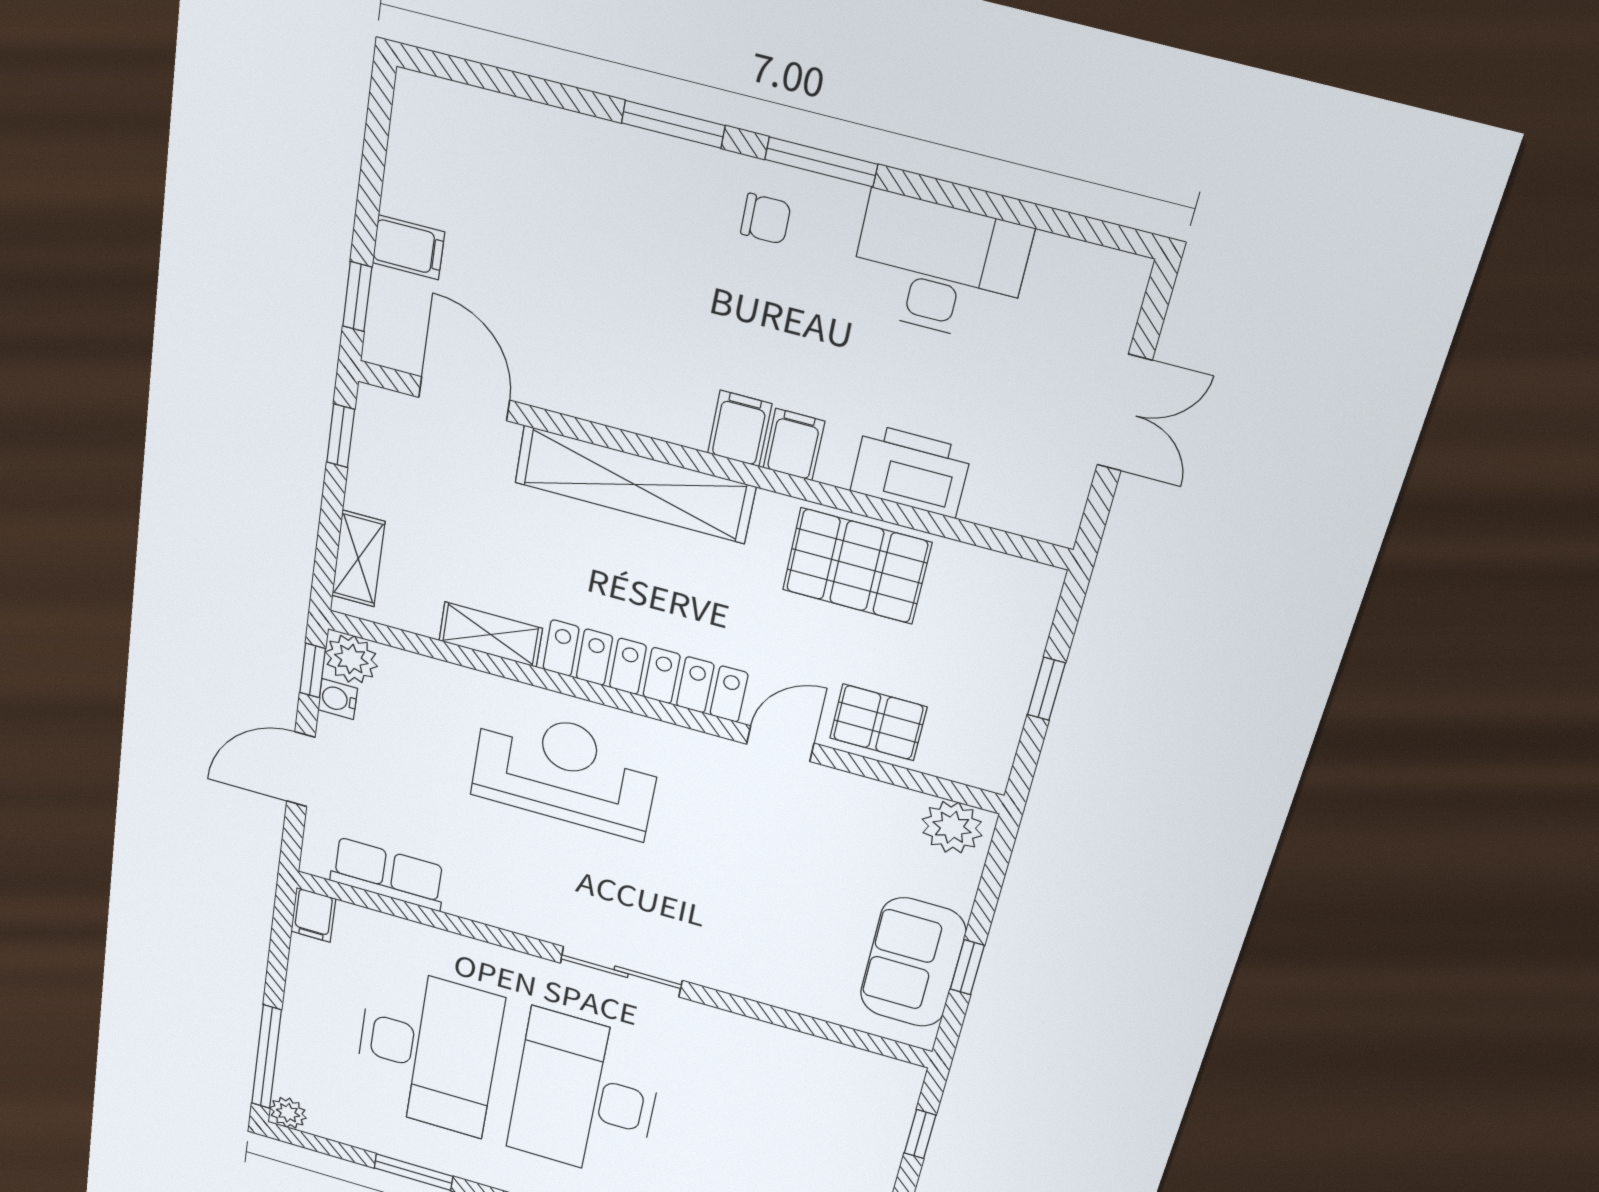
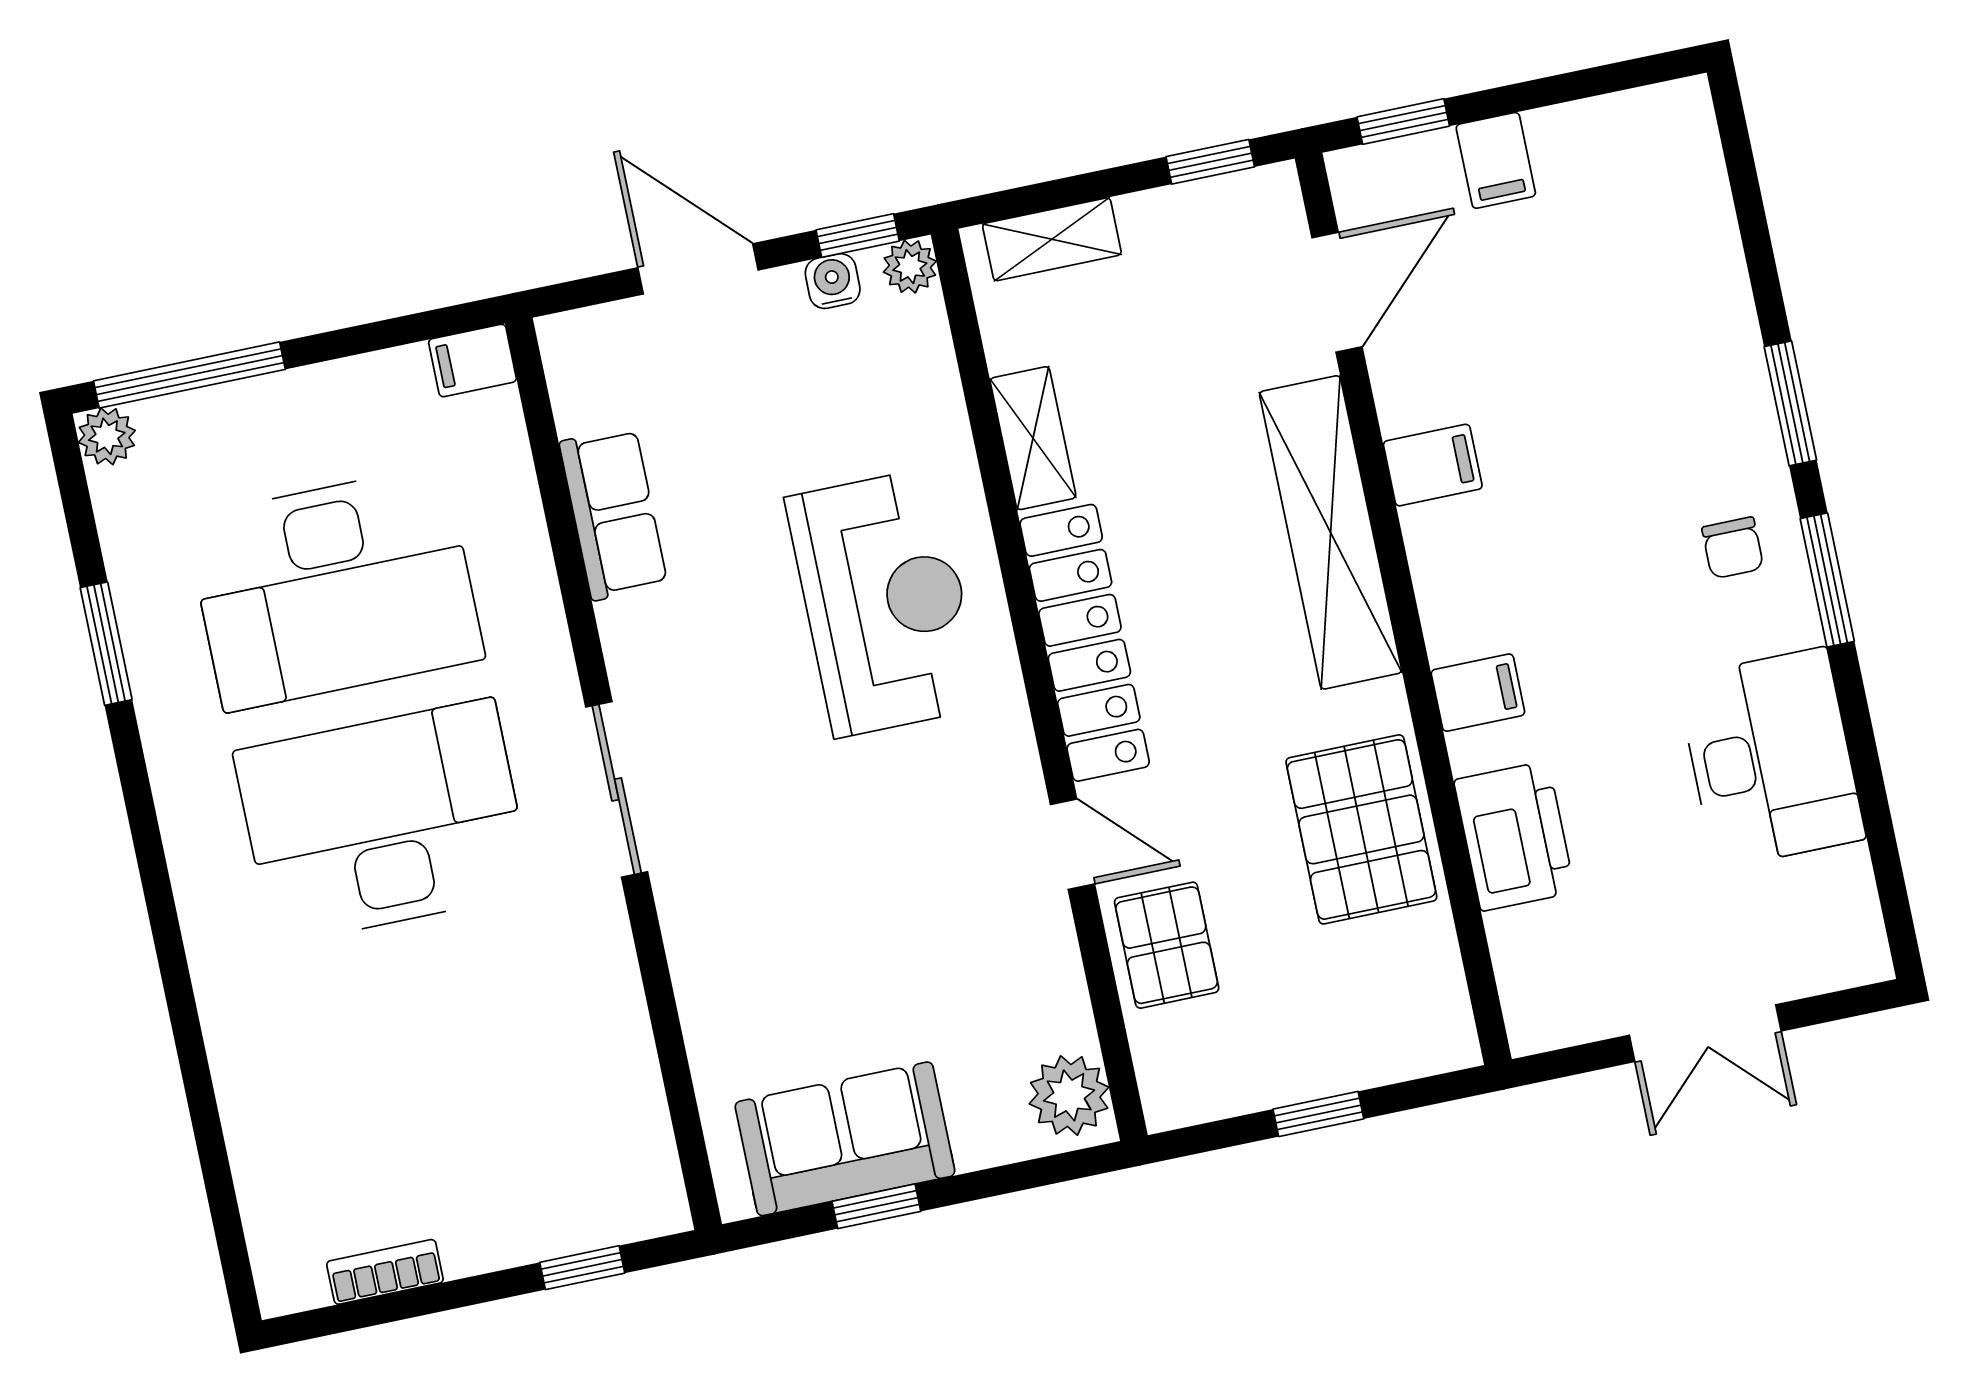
filing cabinet: (740, 428) -> (1433, 465), moved
plant: (351, 659) -> (910, 267), width x0.73, depth x0.73
row of seats: (388, 874) -> (613, 514), moved

